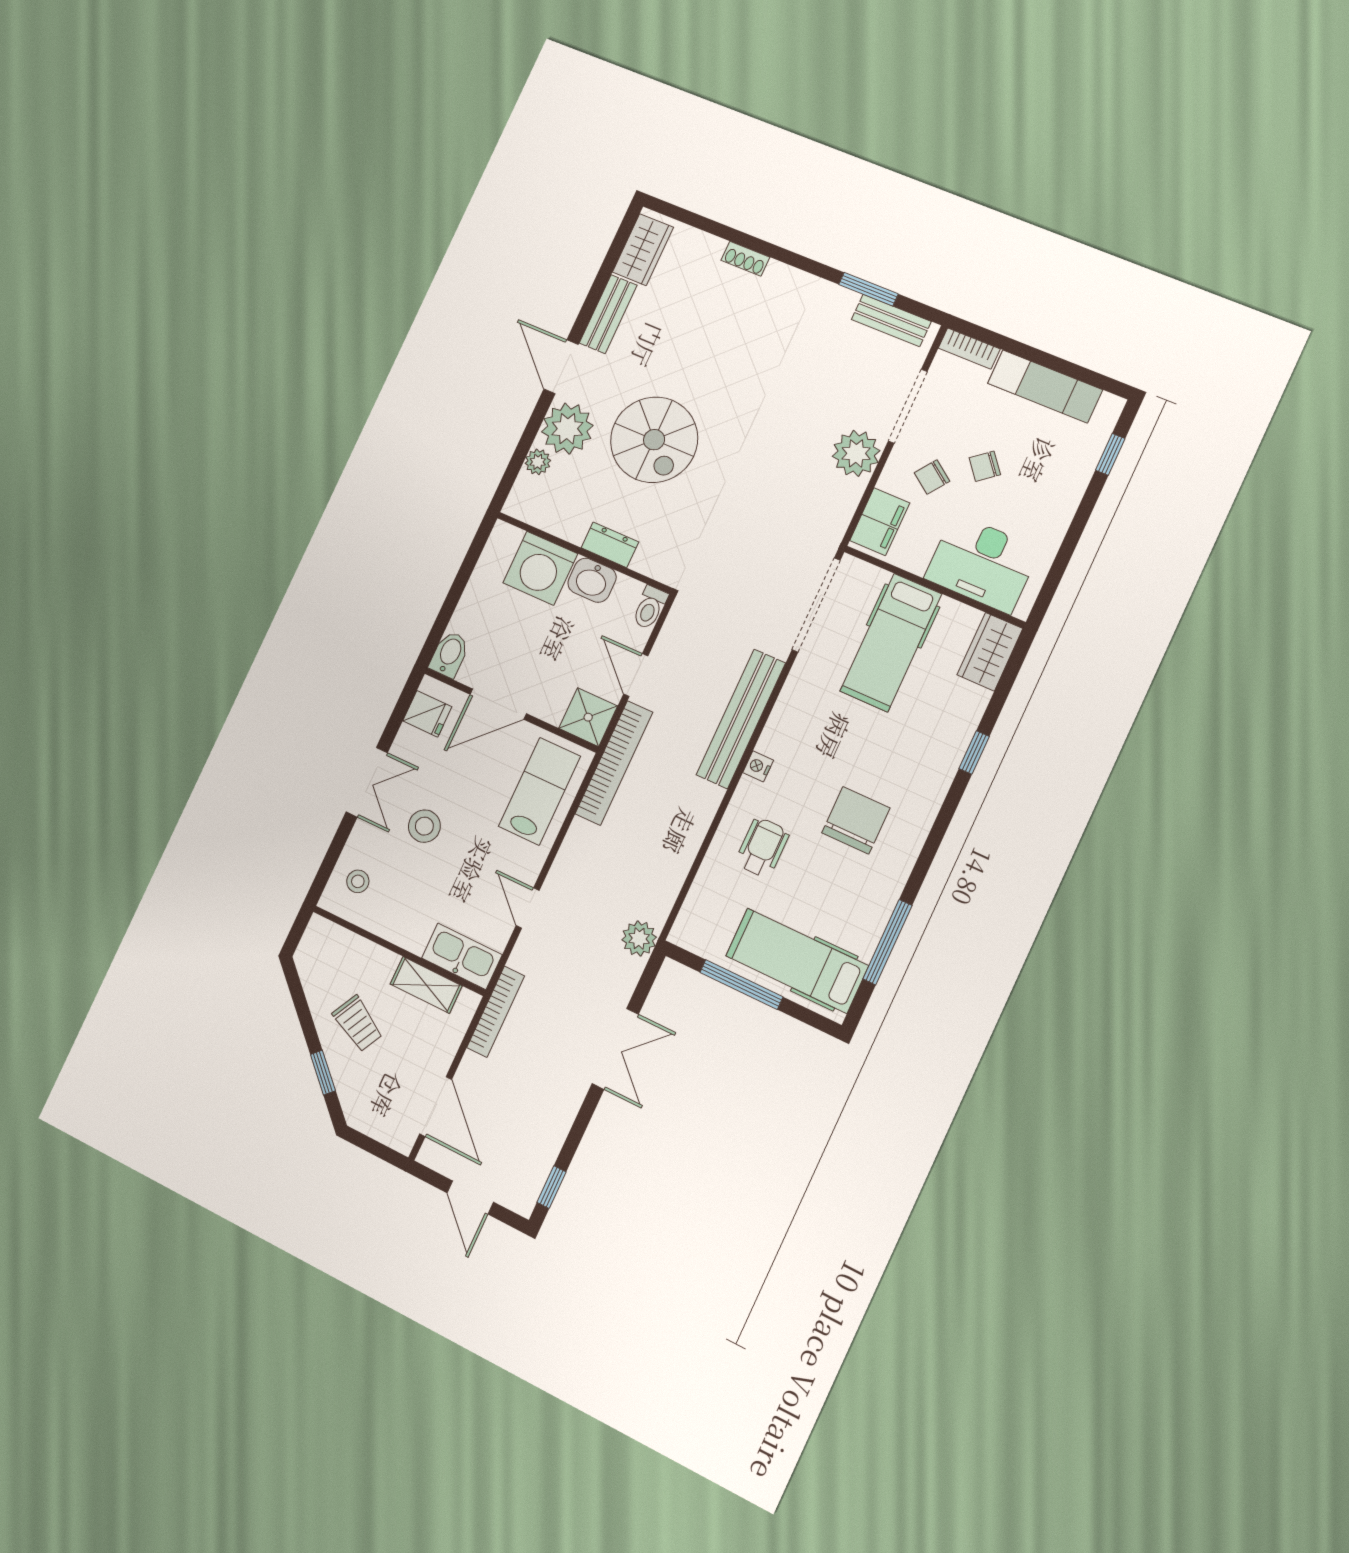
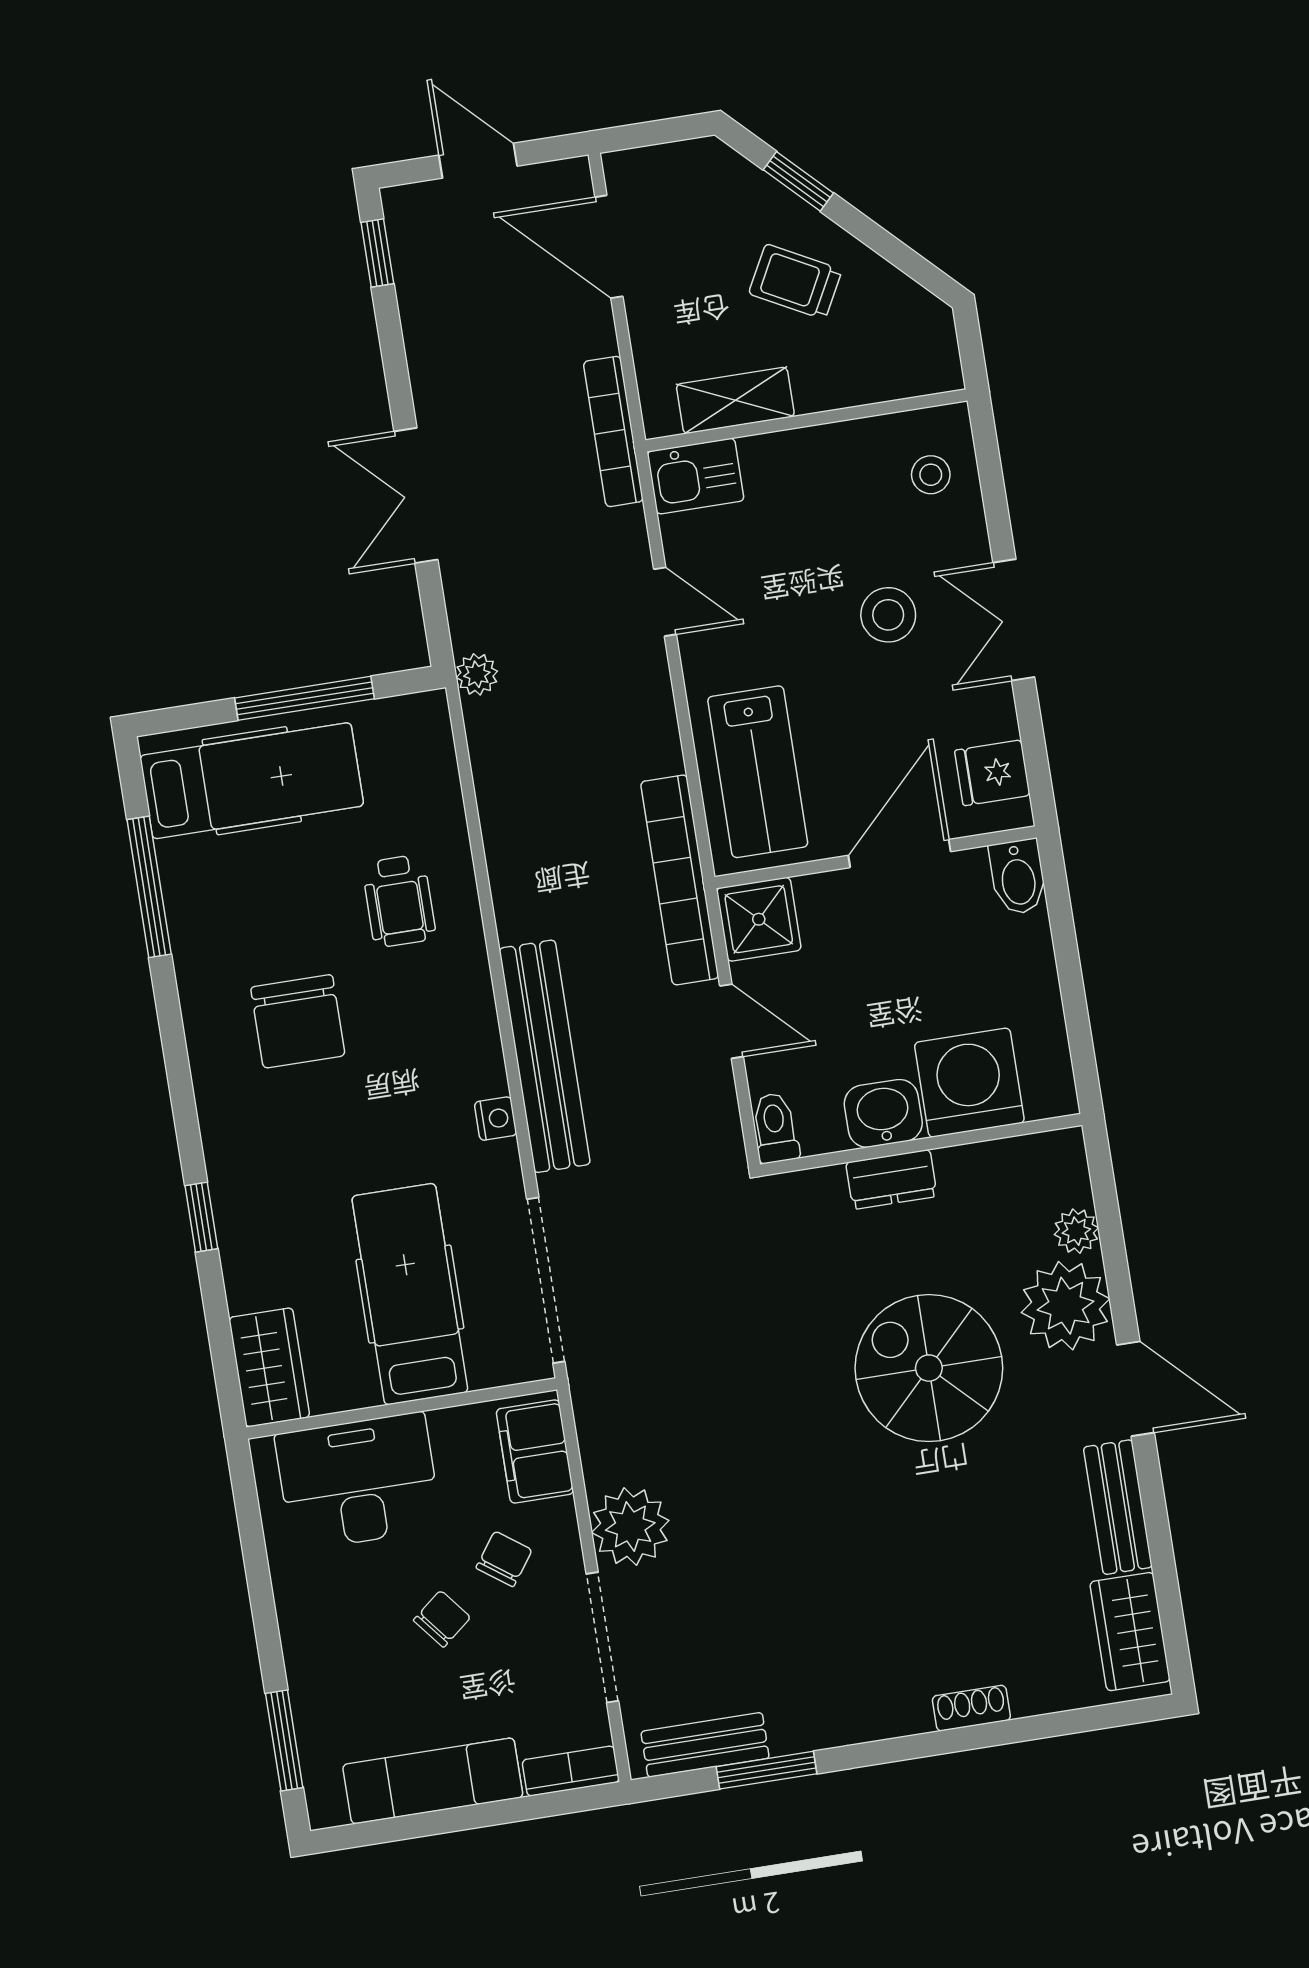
window: (1110, 454) -> (284, 1740), width x1.50
nightstand: (758, 766) -> (496, 1119), moved
plant: (639, 938) -> (477, 674), width x0.73, depth x0.73
kitchen sink: (462, 956) -> (696, 476), width x0.73

